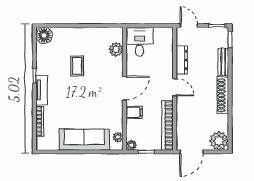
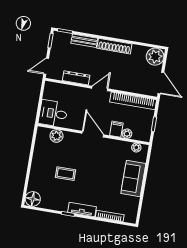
sofa: (84, 140) -> (133, 178), width x0.73
plant: (131, 145) -> (127, 134), moved

